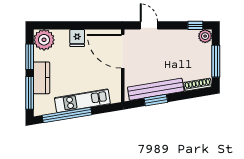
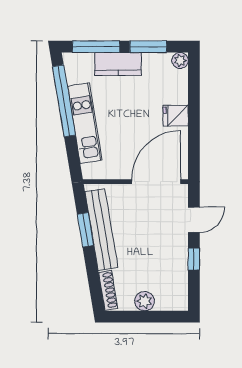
window: (195, 25) -> (194, 259), moved
plant: (205, 36) -> (144, 301), moved
plant: (44, 40) -> (180, 60), width x0.53, depth x0.53
window: (216, 61) -> (142, 317), removed

